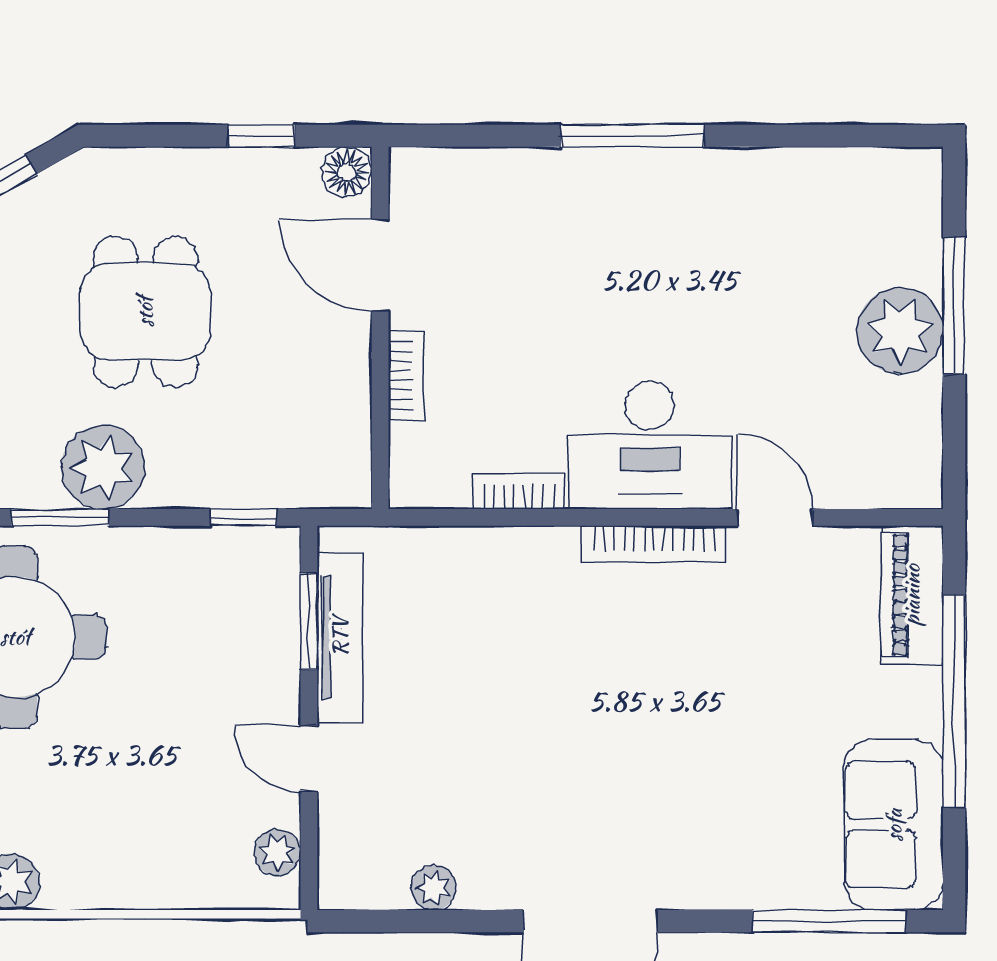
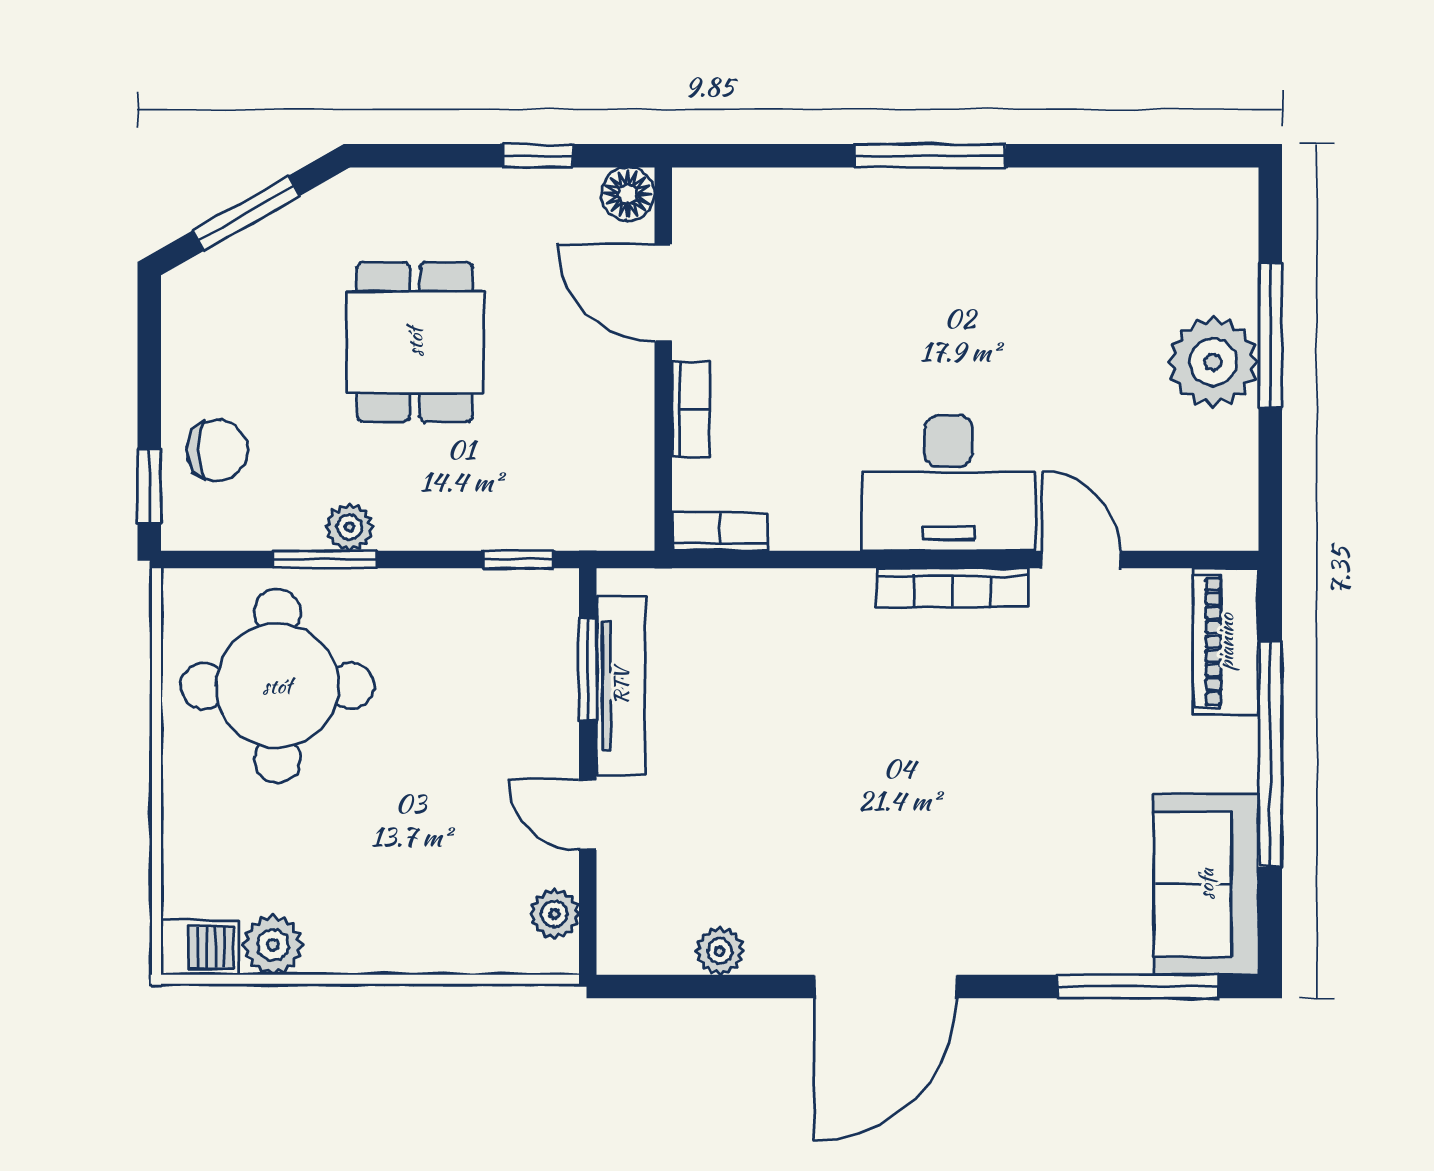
plant: (103, 467) -> (349, 527), width x0.53, depth x0.53
bookcase: (518, 491) -> (720, 532), moved

